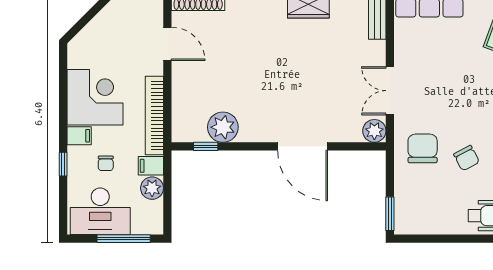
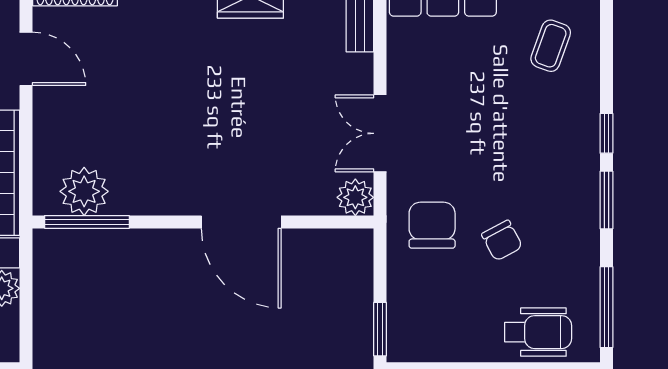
plant: (223, 127) -> (84, 191), moved
window: (206, 146) -> (87, 222), width x2.17

